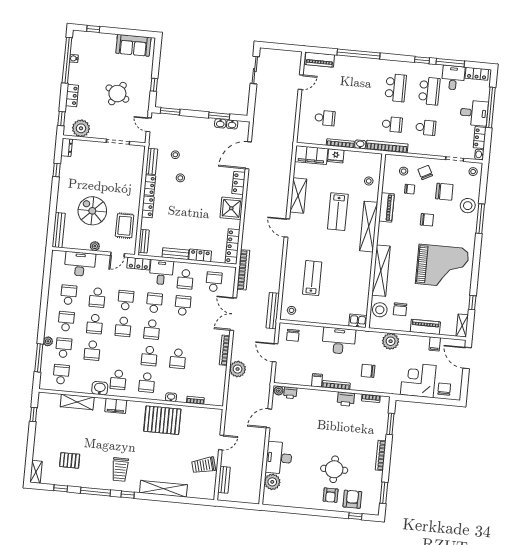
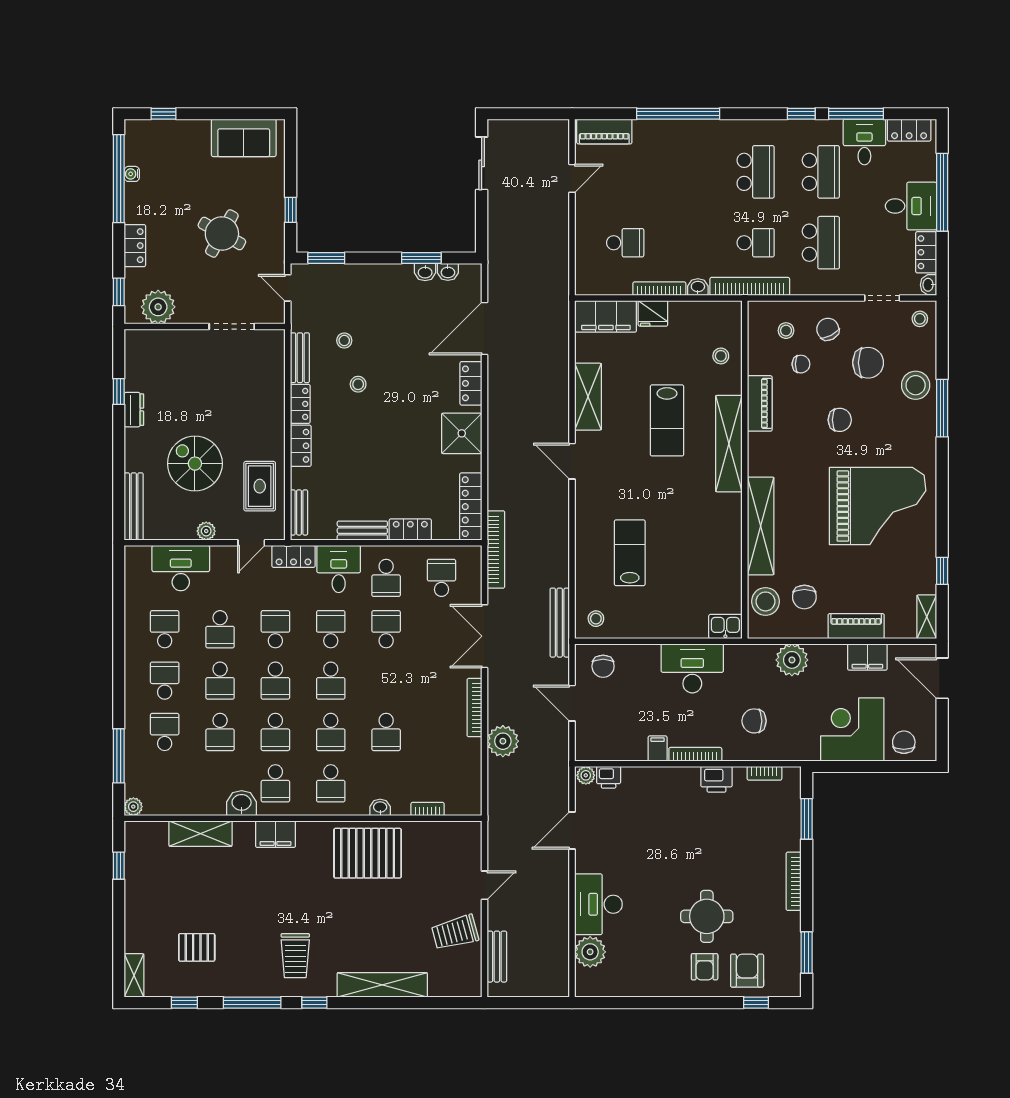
school desk: (426, 128) -> (821, 243), width x1.85
dresser: (67, 147) -> (134, 410), moved
plant: (48, 341) -> (133, 807), moved
filing cabinet: (435, 344) -> (867, 657), width x2.00
school desk: (61, 374) -> (275, 732), moved, turned 180

